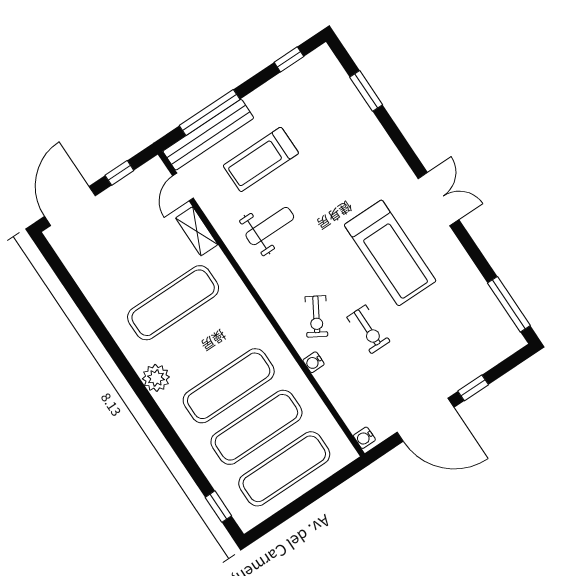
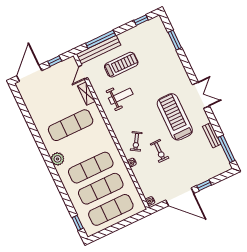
treadmill: (261, 159) -> (121, 65), turned 180
treadmill: (390, 253) -> (175, 117), turned 180
bench: (474, 280) -> (212, 135), added

